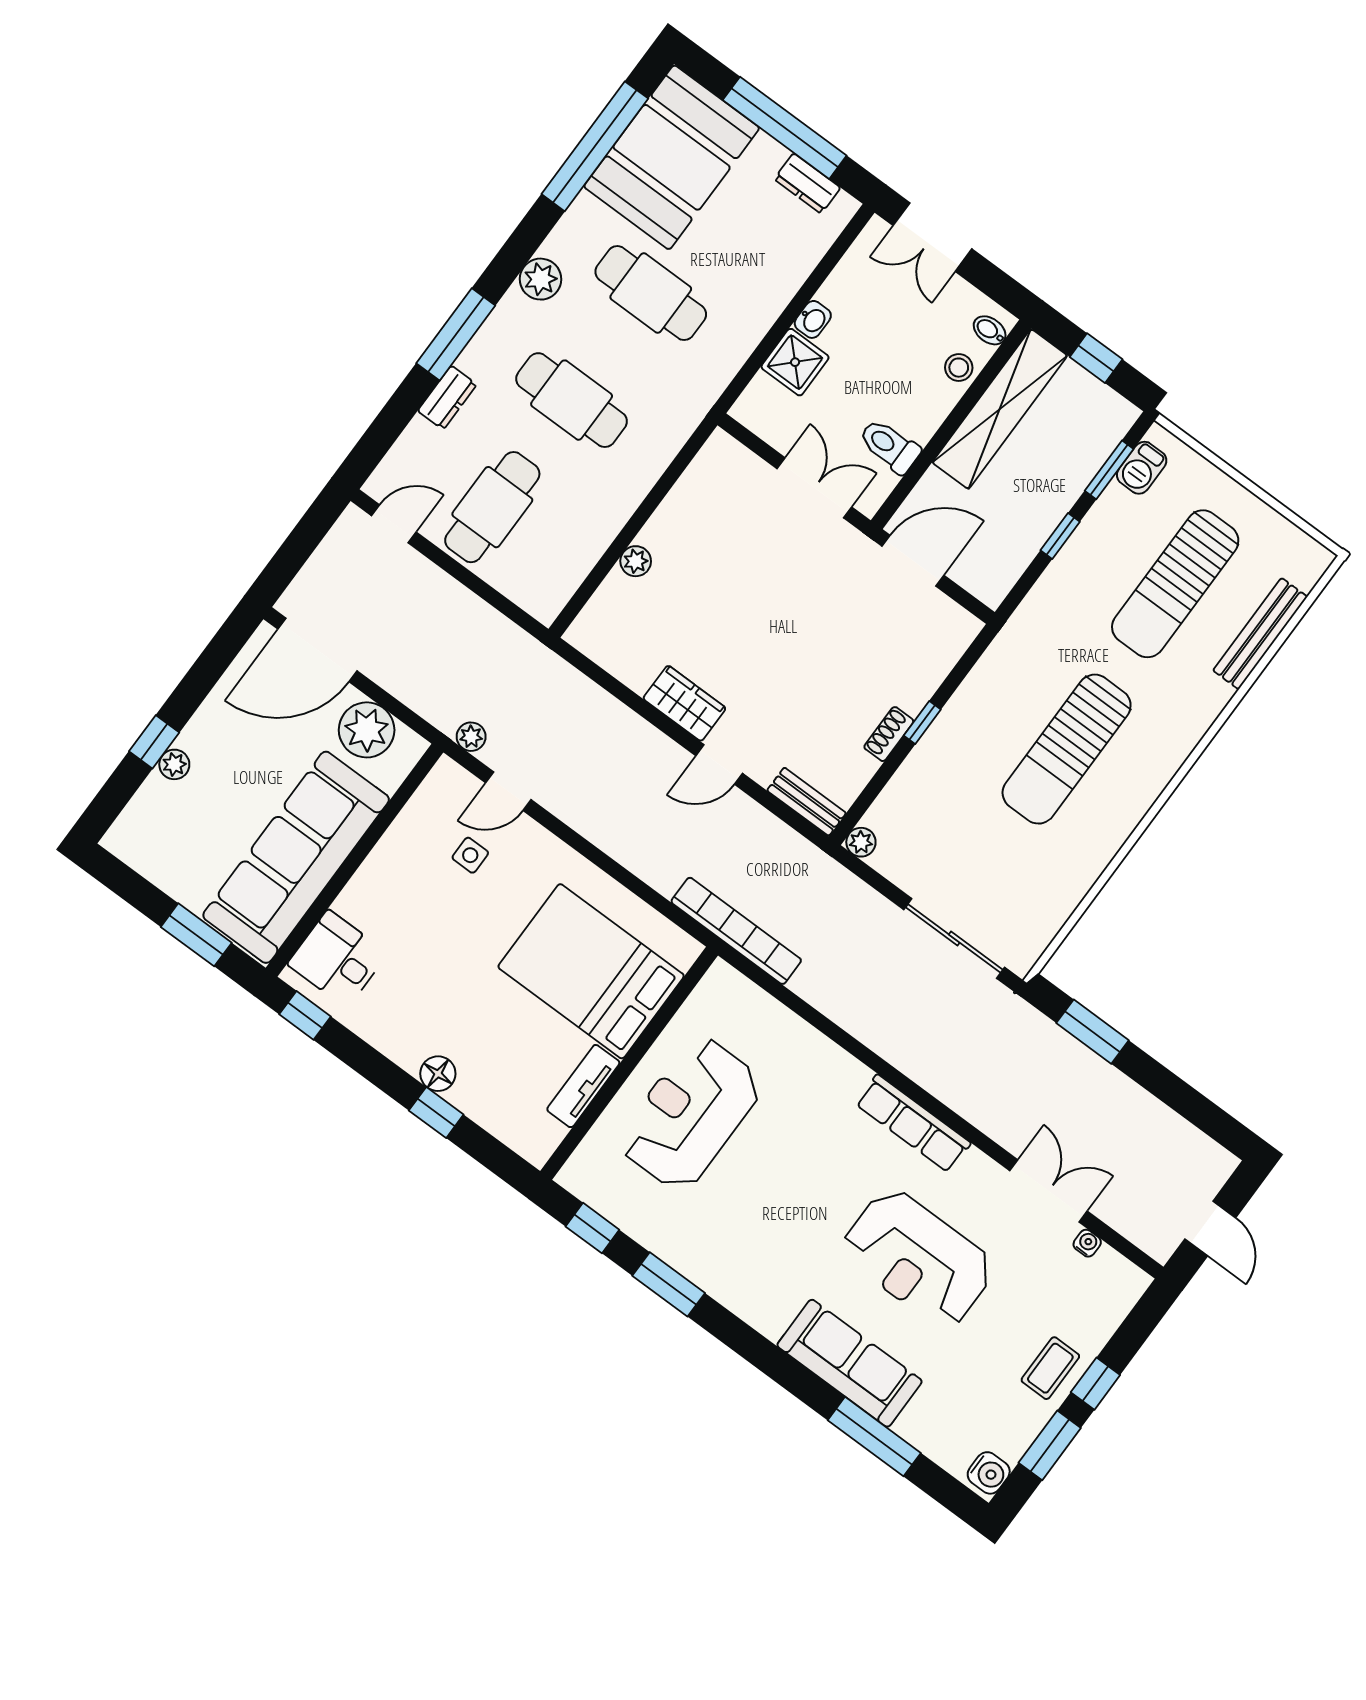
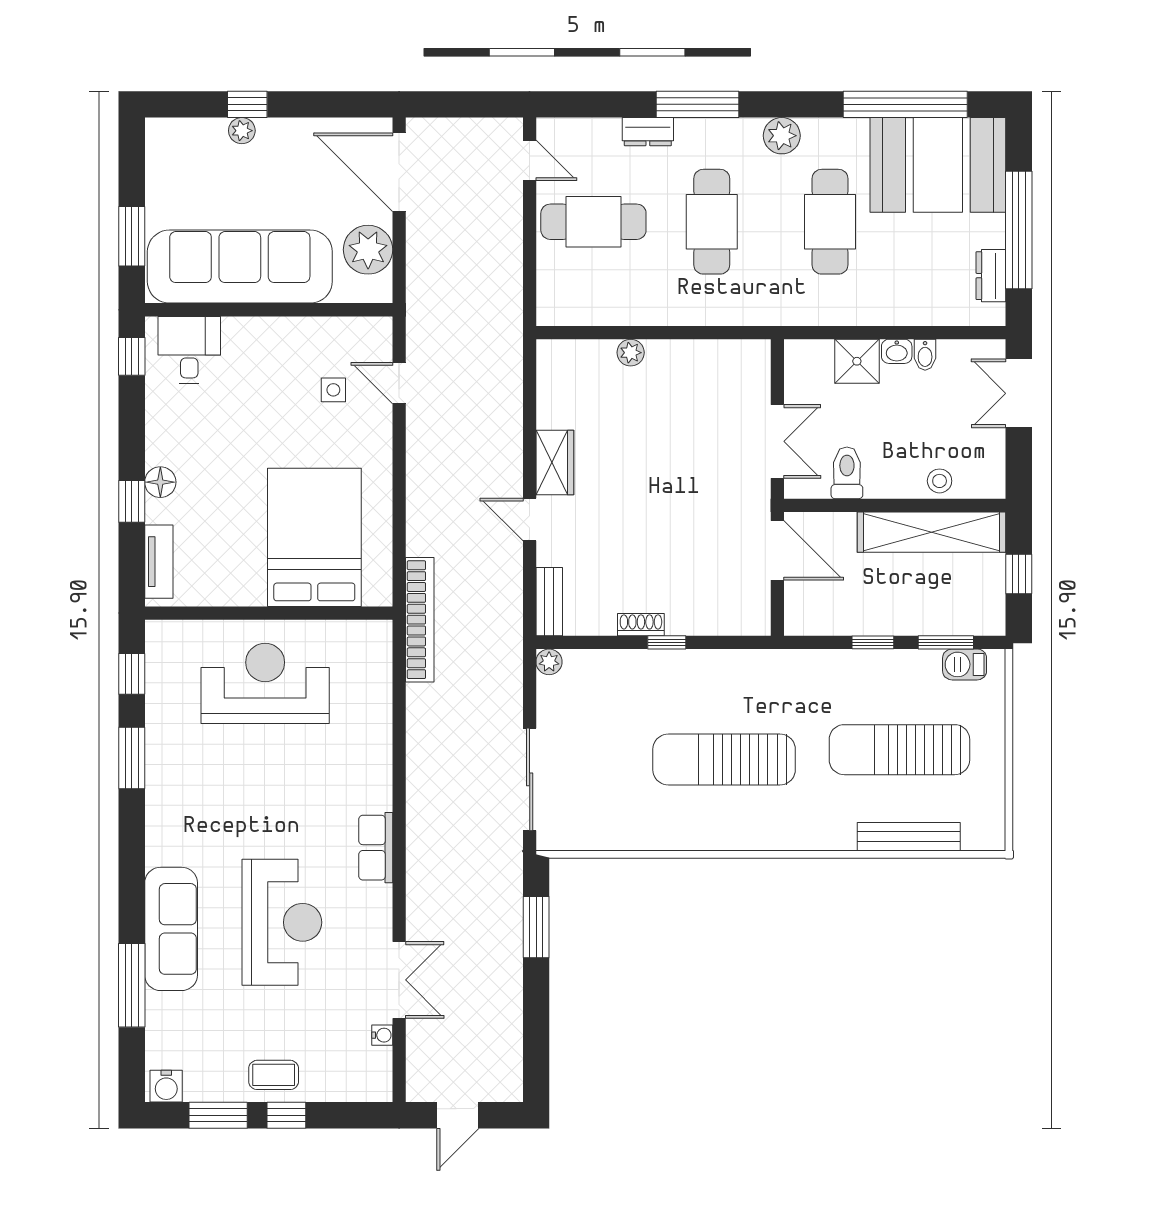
bidet: (990, 330) -> (925, 355), moved, turned 180
plant: (471, 737) -> (418, 328), removed
tv unit: (583, 1086) -> (159, 562), moved, turned 90
row of seats: (913, 1123) -> (376, 848), width x0.68
reception desk: (918, 1258) -> (282, 922), turned 180

